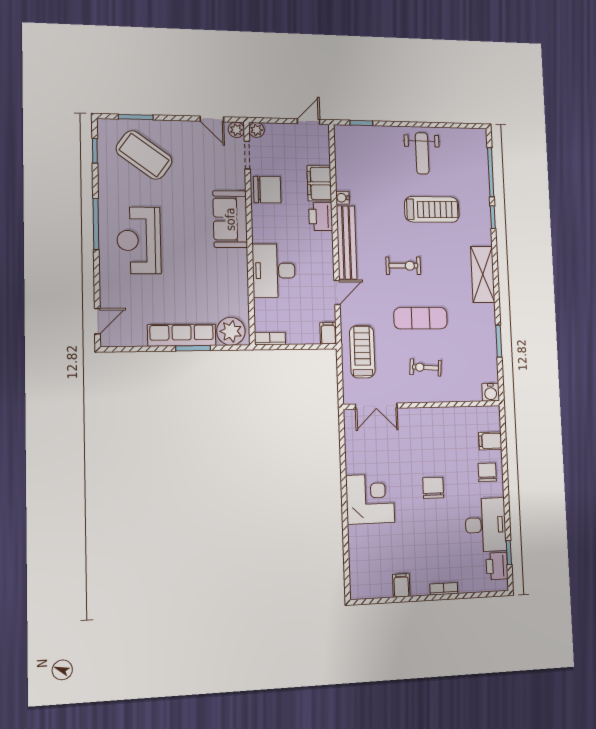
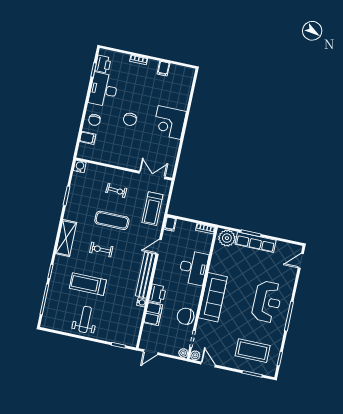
coffee table: (144, 155) -> (253, 351), turned -36
sofa: (230, 219) -> (213, 297), width x1.36
exercise bike: (403, 266) -> (101, 250), moved

